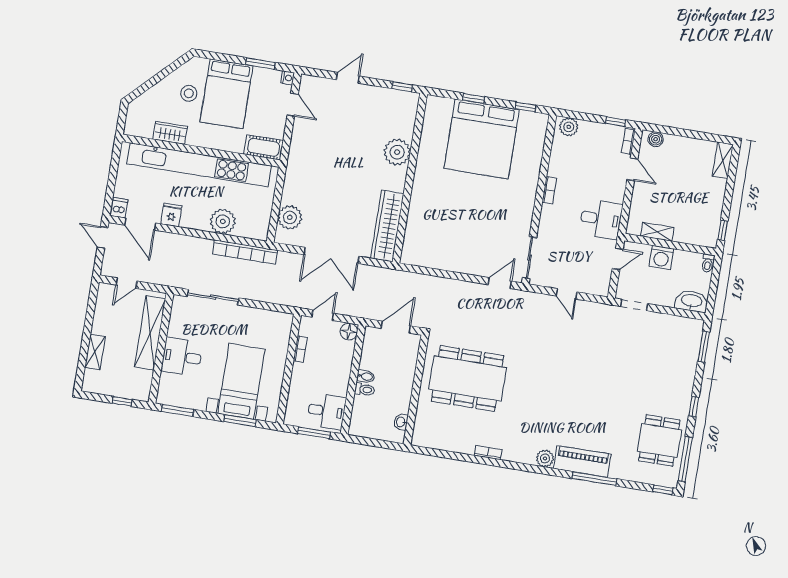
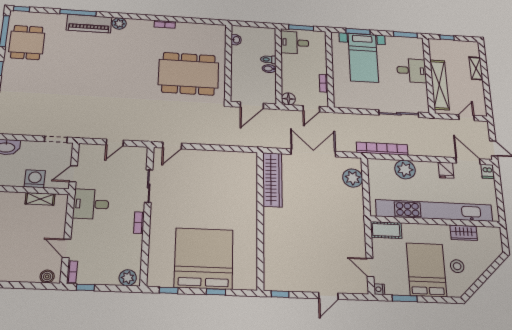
plant: (397, 152) -> (275, 239), removed
sliding door: (529, 258) -> (149, 186), moved
door: (566, 294) -> (115, 143), swing flipped

